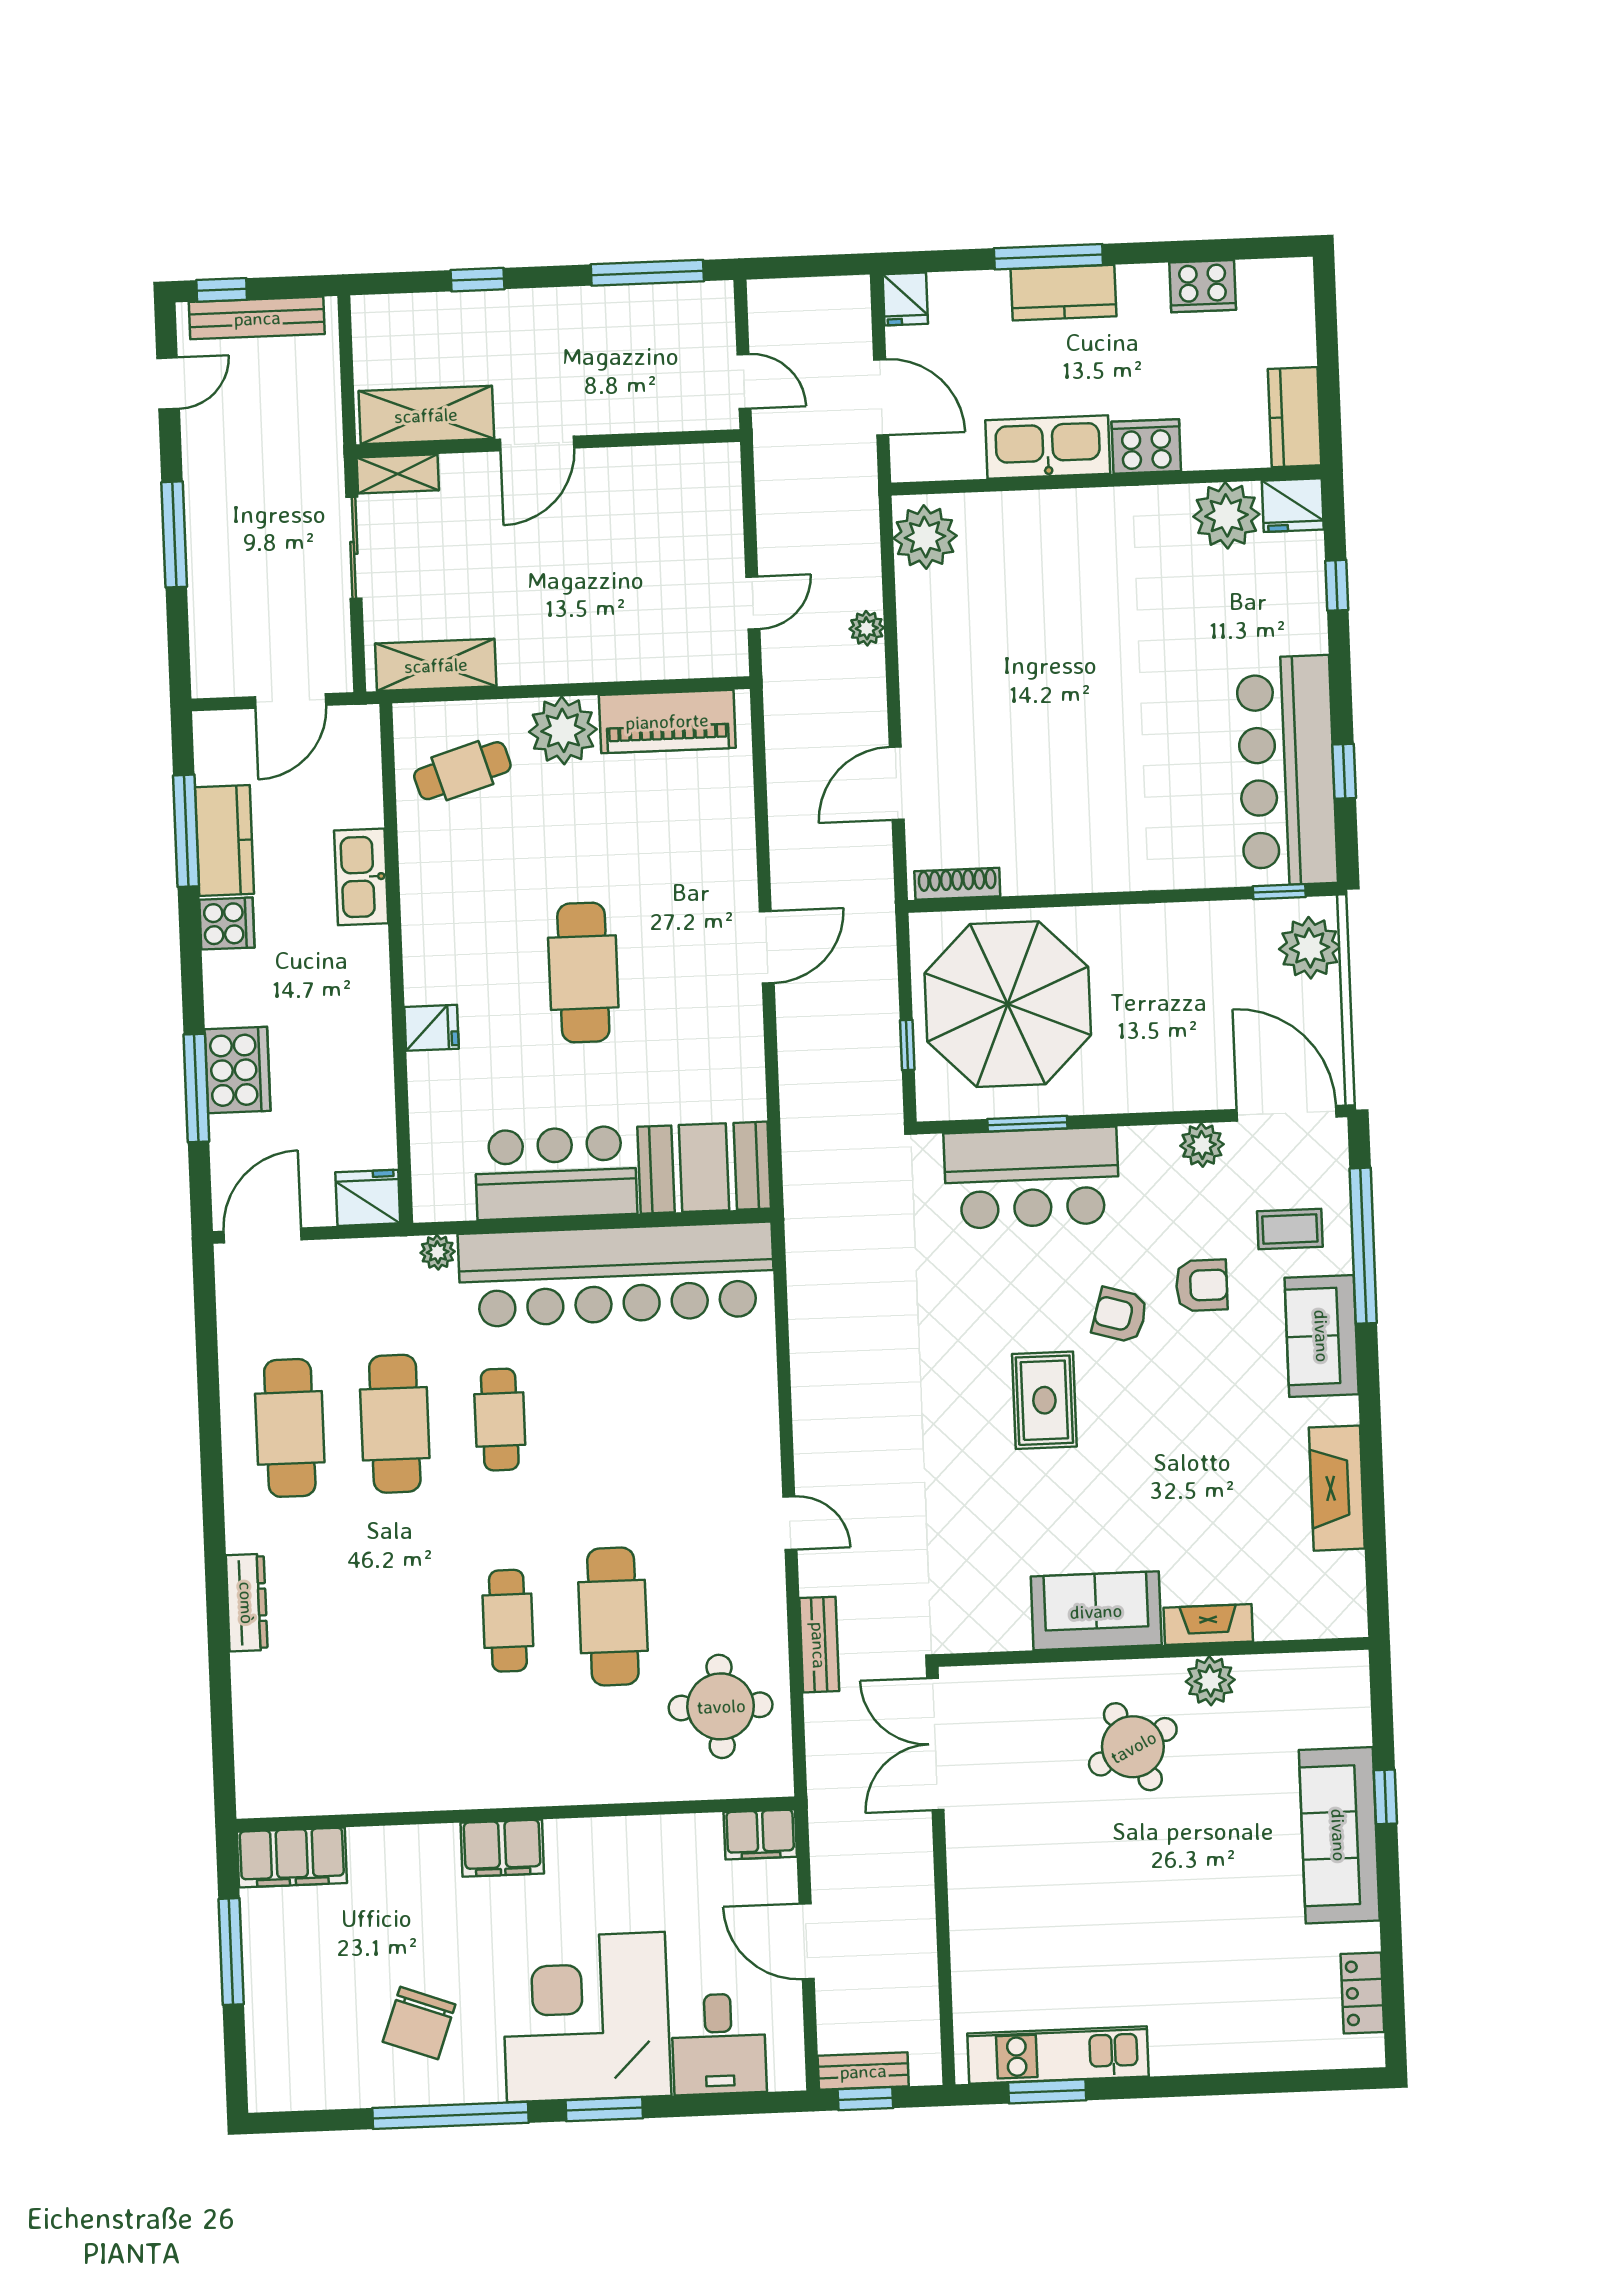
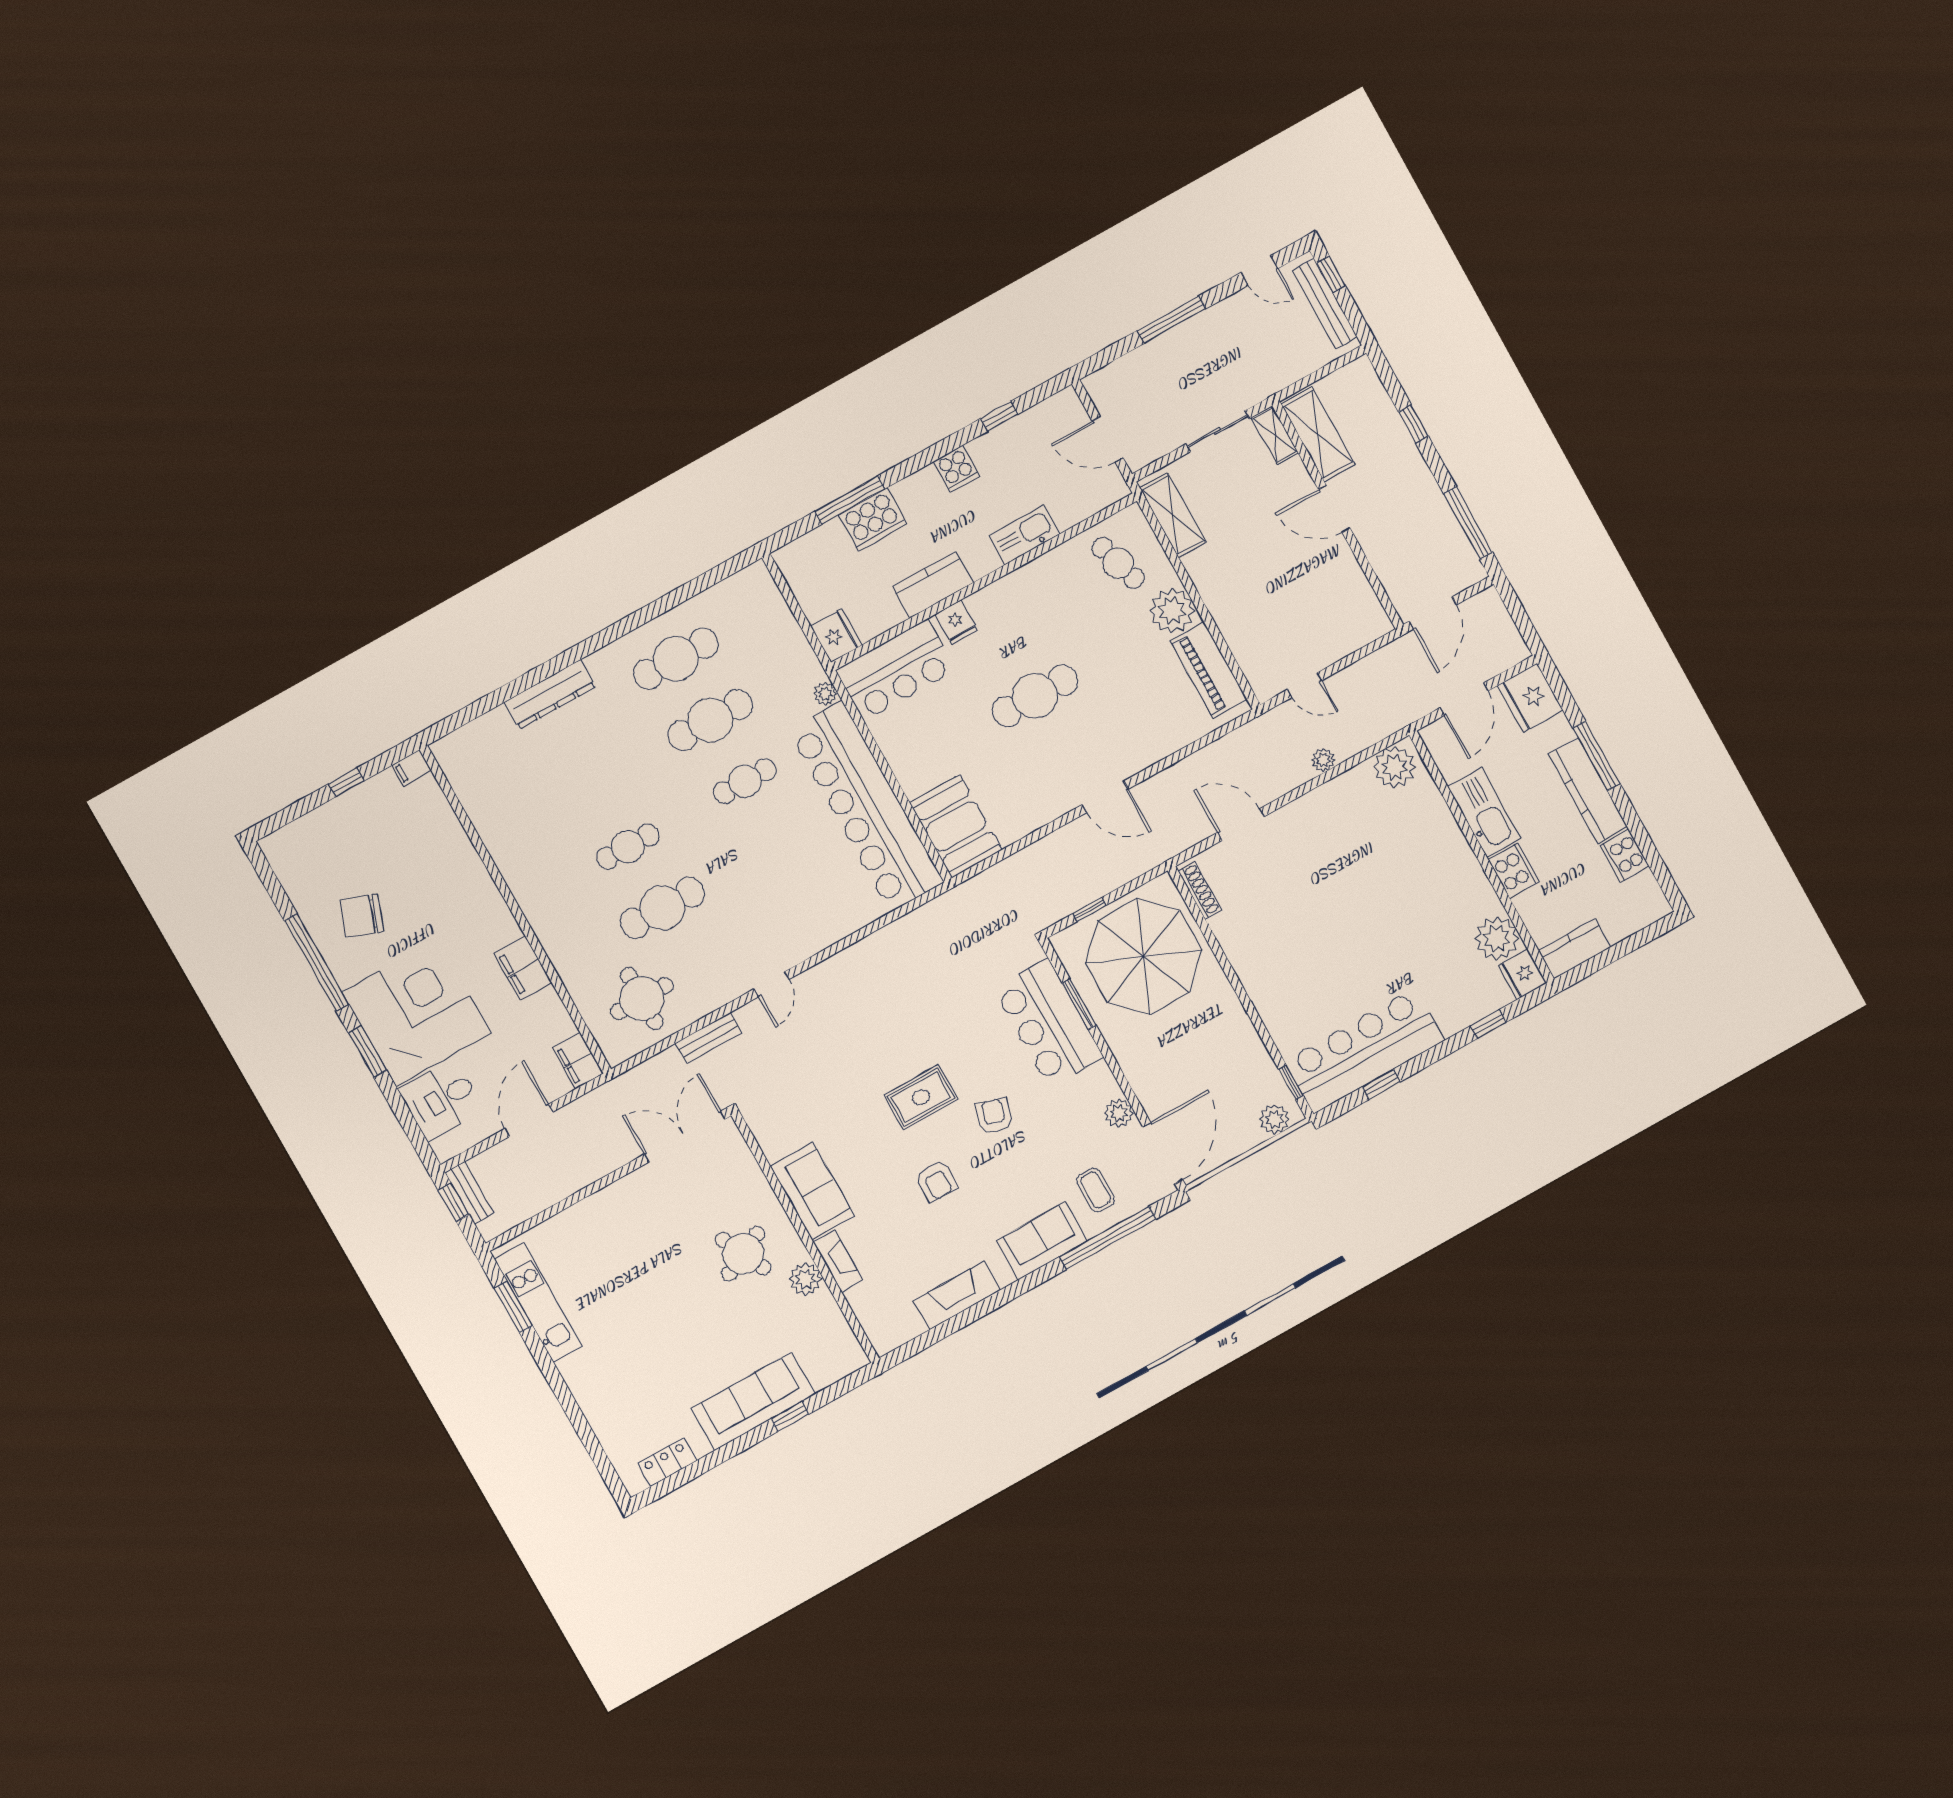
kitchen counter: (1064, 293) -> (1588, 790), width x1.50
fridge: (905, 299) -> (1530, 698), width x1.88, depth x1.34
door: (744, 381) -> (1433, 613), width x1.38
window: (186, 831) -> (999, 416), width x0.46
kitchen counter: (224, 841) -> (933, 585), moved, turned 180
plant: (1310, 948) -> (1274, 1119), width x0.73, depth x0.73
bar counter: (556, 1173) -> (896, 670), moved, turned 90
door: (263, 1235) -> (782, 584), removed
armchair: (1202, 1285) -> (936, 1181), moved
dresser: (247, 1603) -> (550, 694), width x1.37, depth x1.24
filing cabinet: (502, 1848) -> (523, 968), moved
filing cabinet: (292, 1857) -> (412, 768), width x0.33, depth x0.86
window: (231, 1952) -> (346, 782), width x0.46

